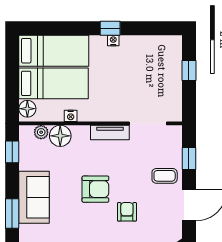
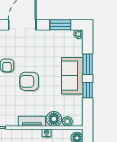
tv unit: (110, 132) -> (32, 121), moved
window: (12, 152) -> (88, 90), moved

